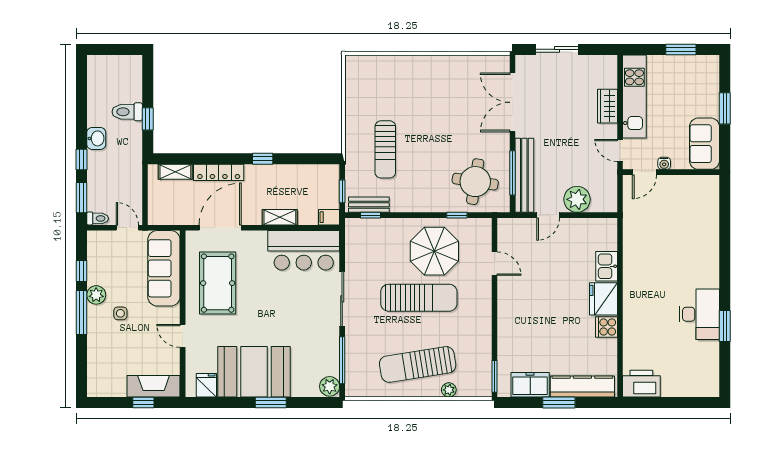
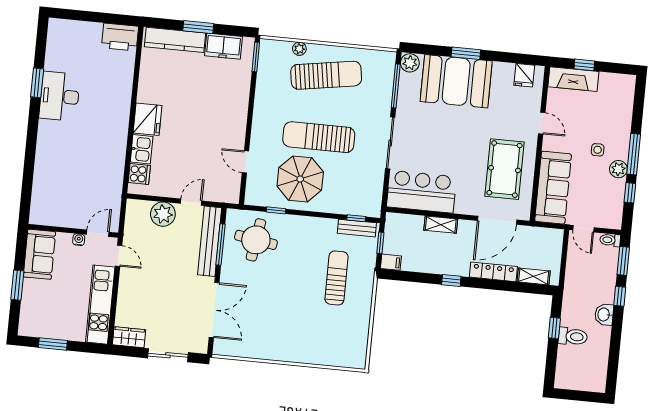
wardrobe: (607, 106) -> (129, 337), moved, turned -90
filing cabinet: (329, 217) -> (391, 262), moved
cooker: (606, 327) -> (139, 174), moved
booth: (254, 372) -> (456, 81), moved

